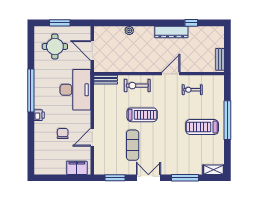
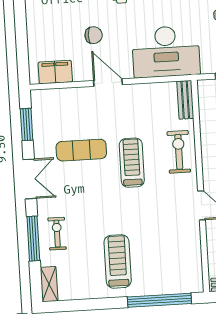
exercise bike: (192, 90) -> (57, 234), moved
treadmill: (142, 115) -> (132, 163), turned 180
window: (227, 120) -> (159, 300), moved
door: (92, 137) -> (108, 83), moved
filing cabinet: (77, 168) -> (55, 72), moved, turned -90

